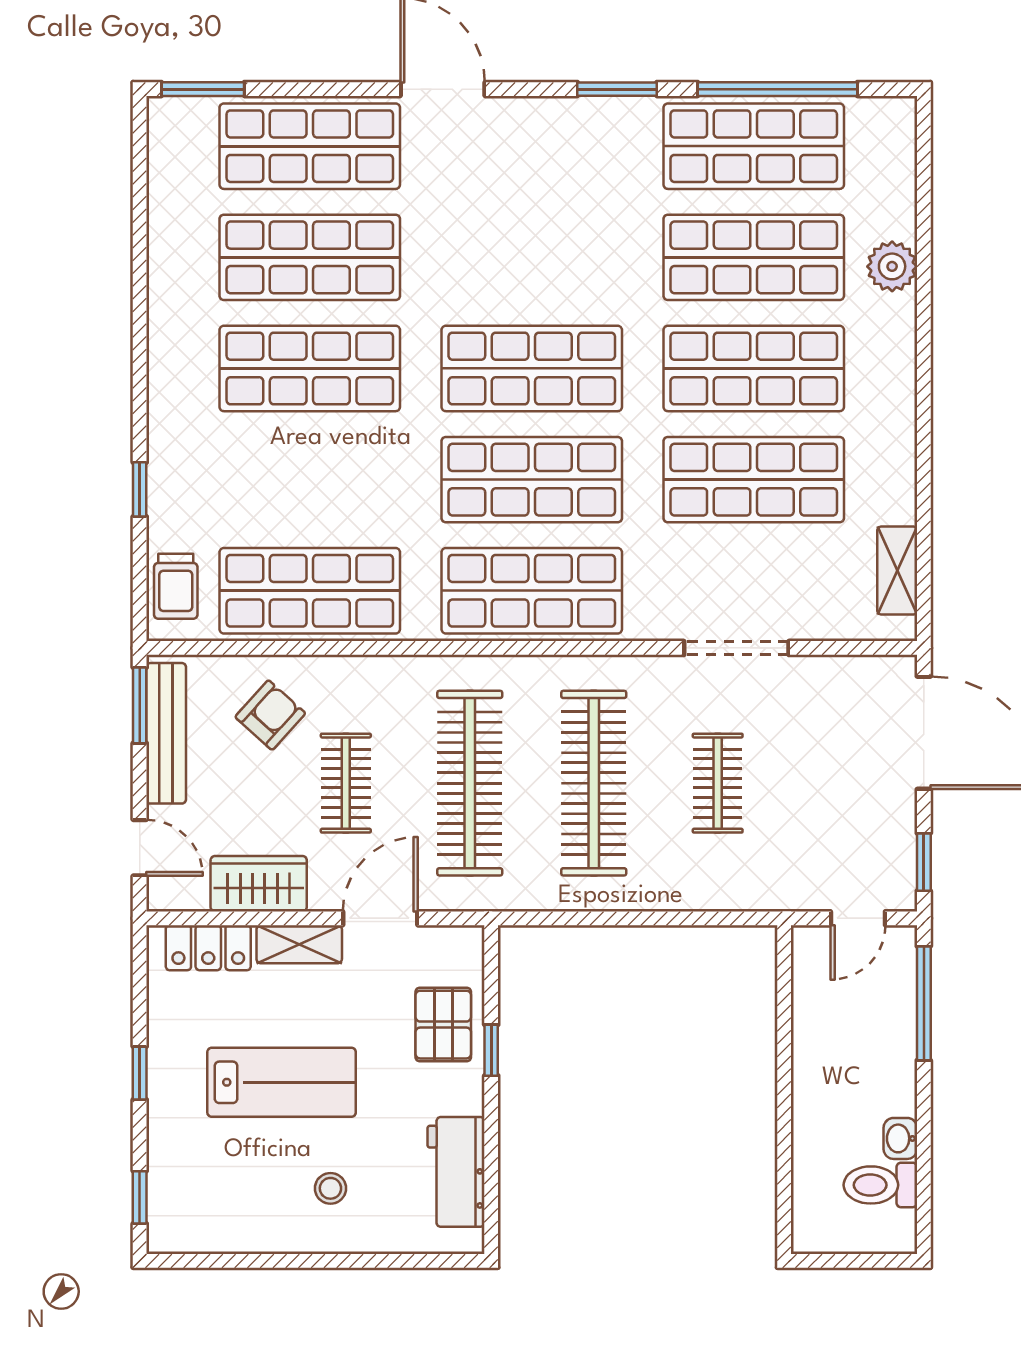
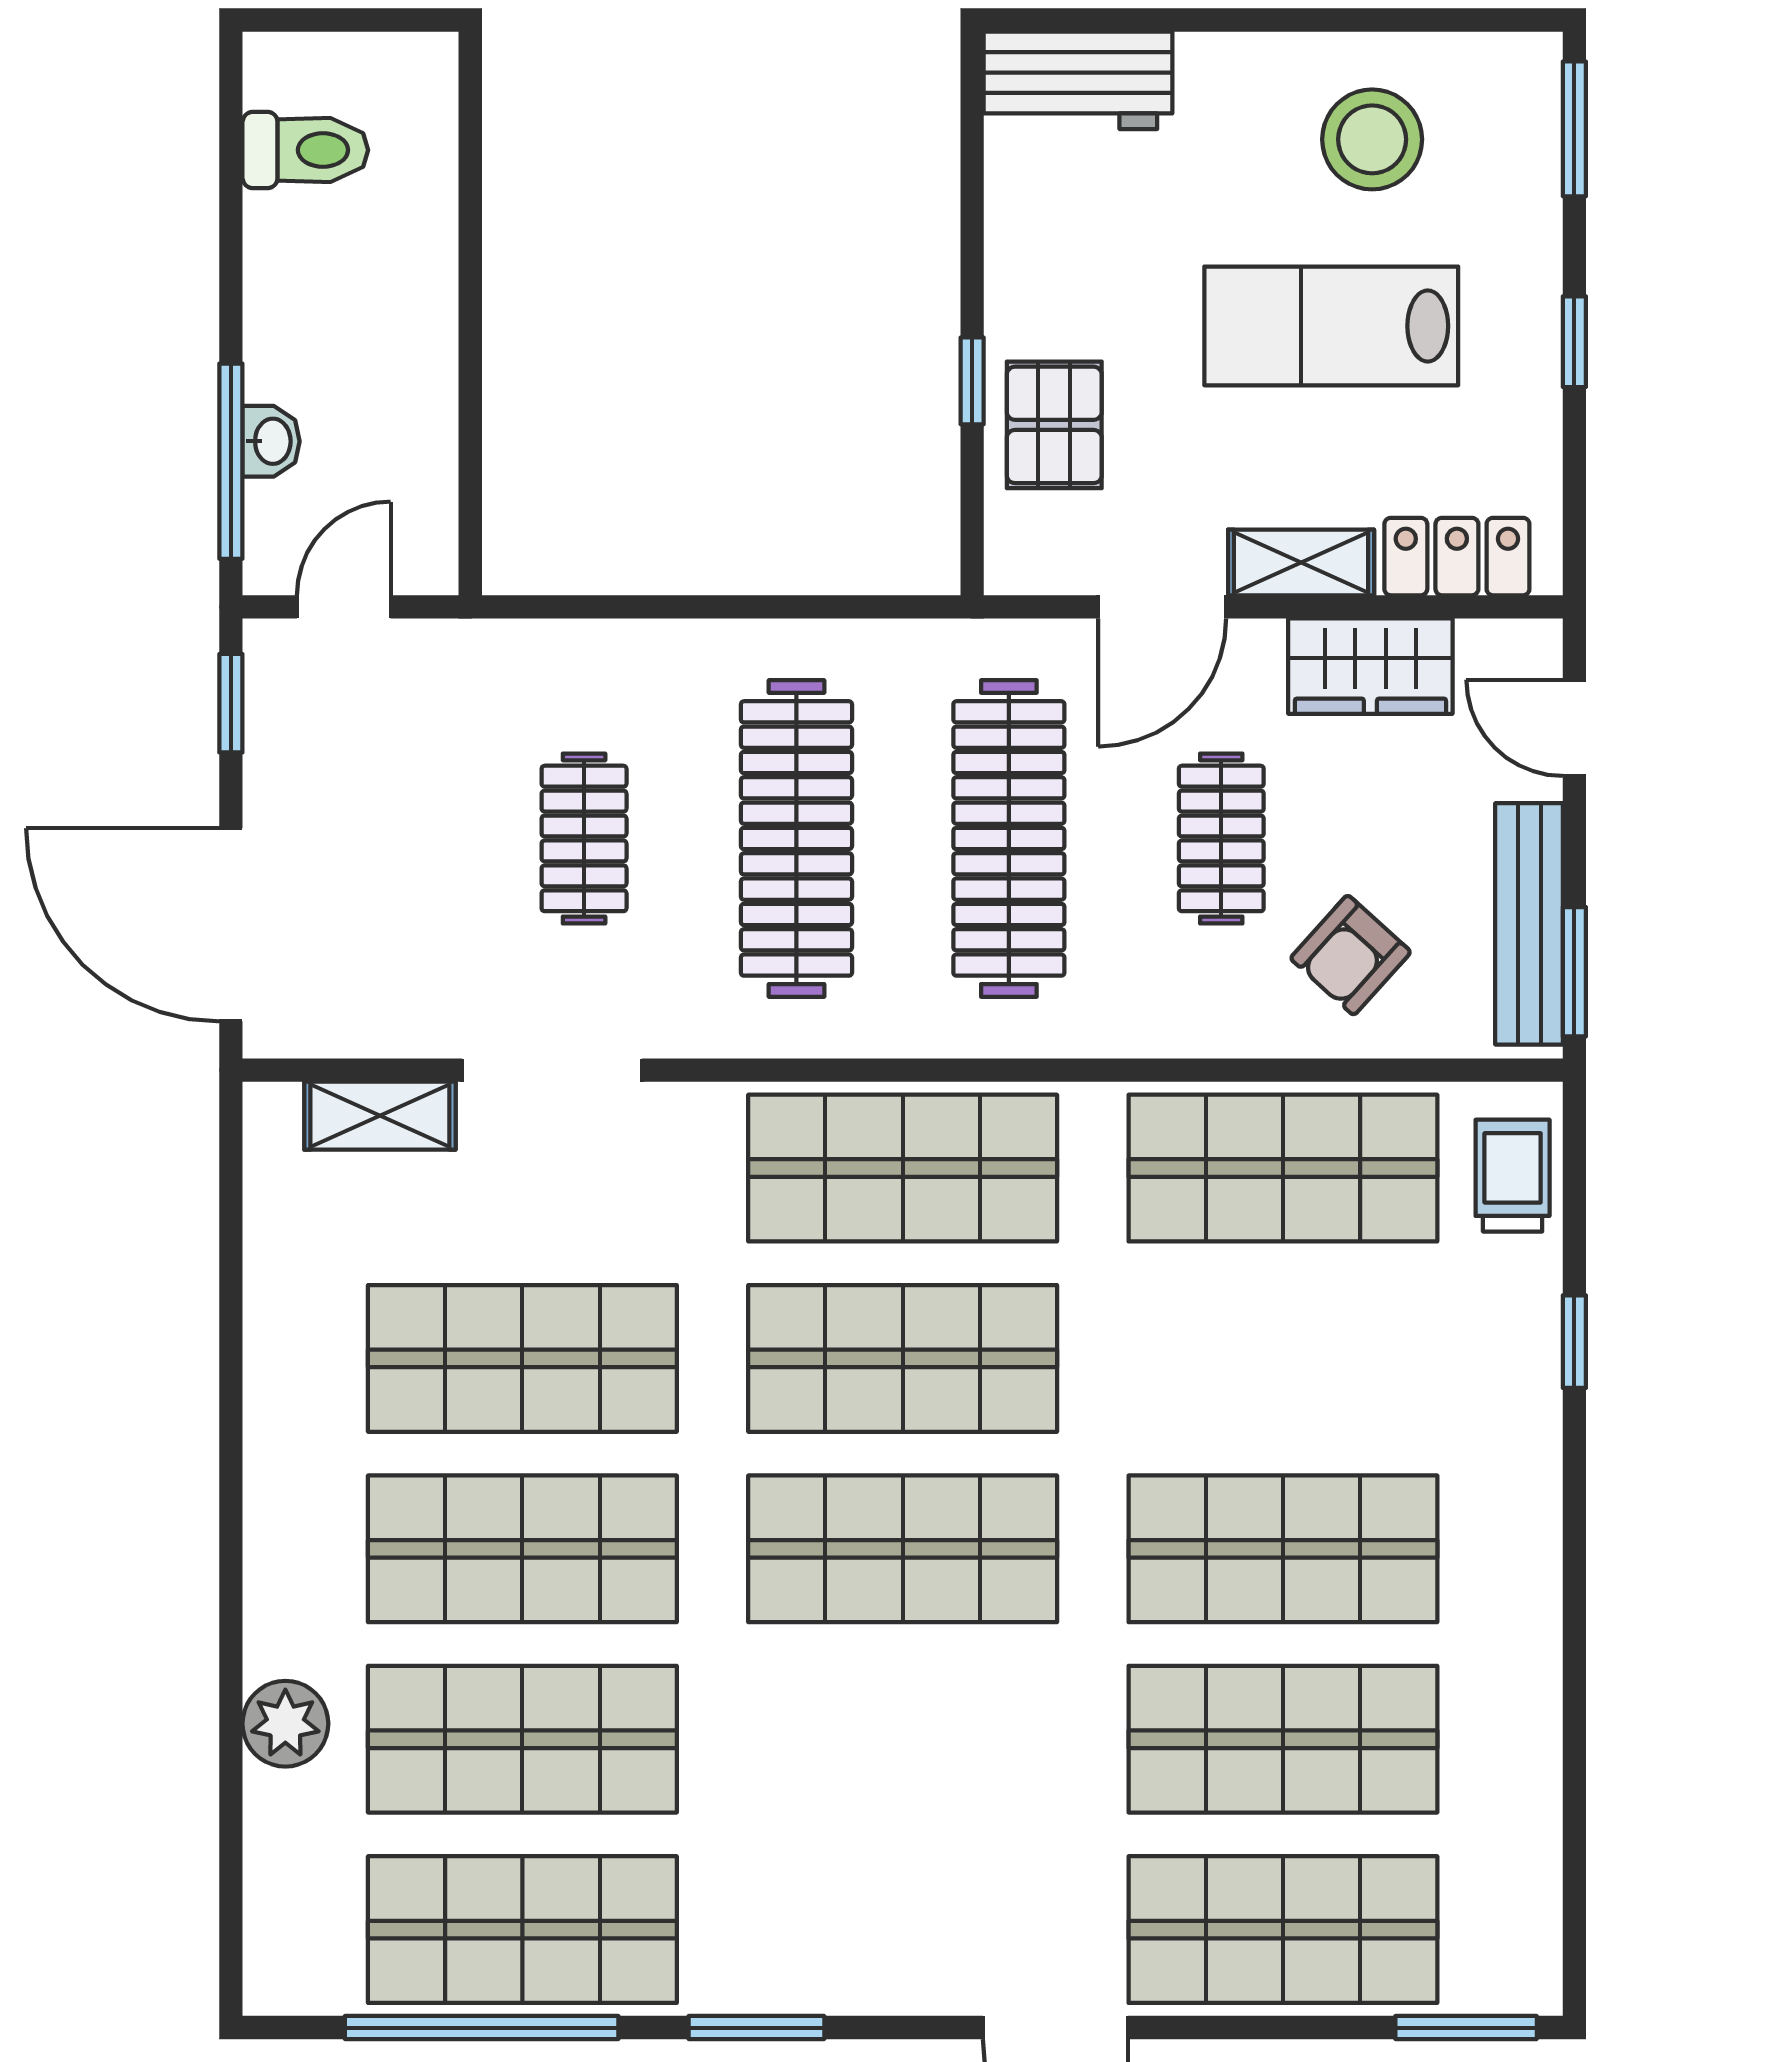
shelving: (897, 571) -> (380, 1116), moved, turned 90
washbasin: (900, 1138) -> (271, 441), moved
workbench: (456, 1172) -> (1078, 80), moved, turned 90
stool: (330, 1188) -> (1372, 139), moved, width x1.89, depth x1.89
window: (140, 1197) -> (1574, 129), width x1.50

